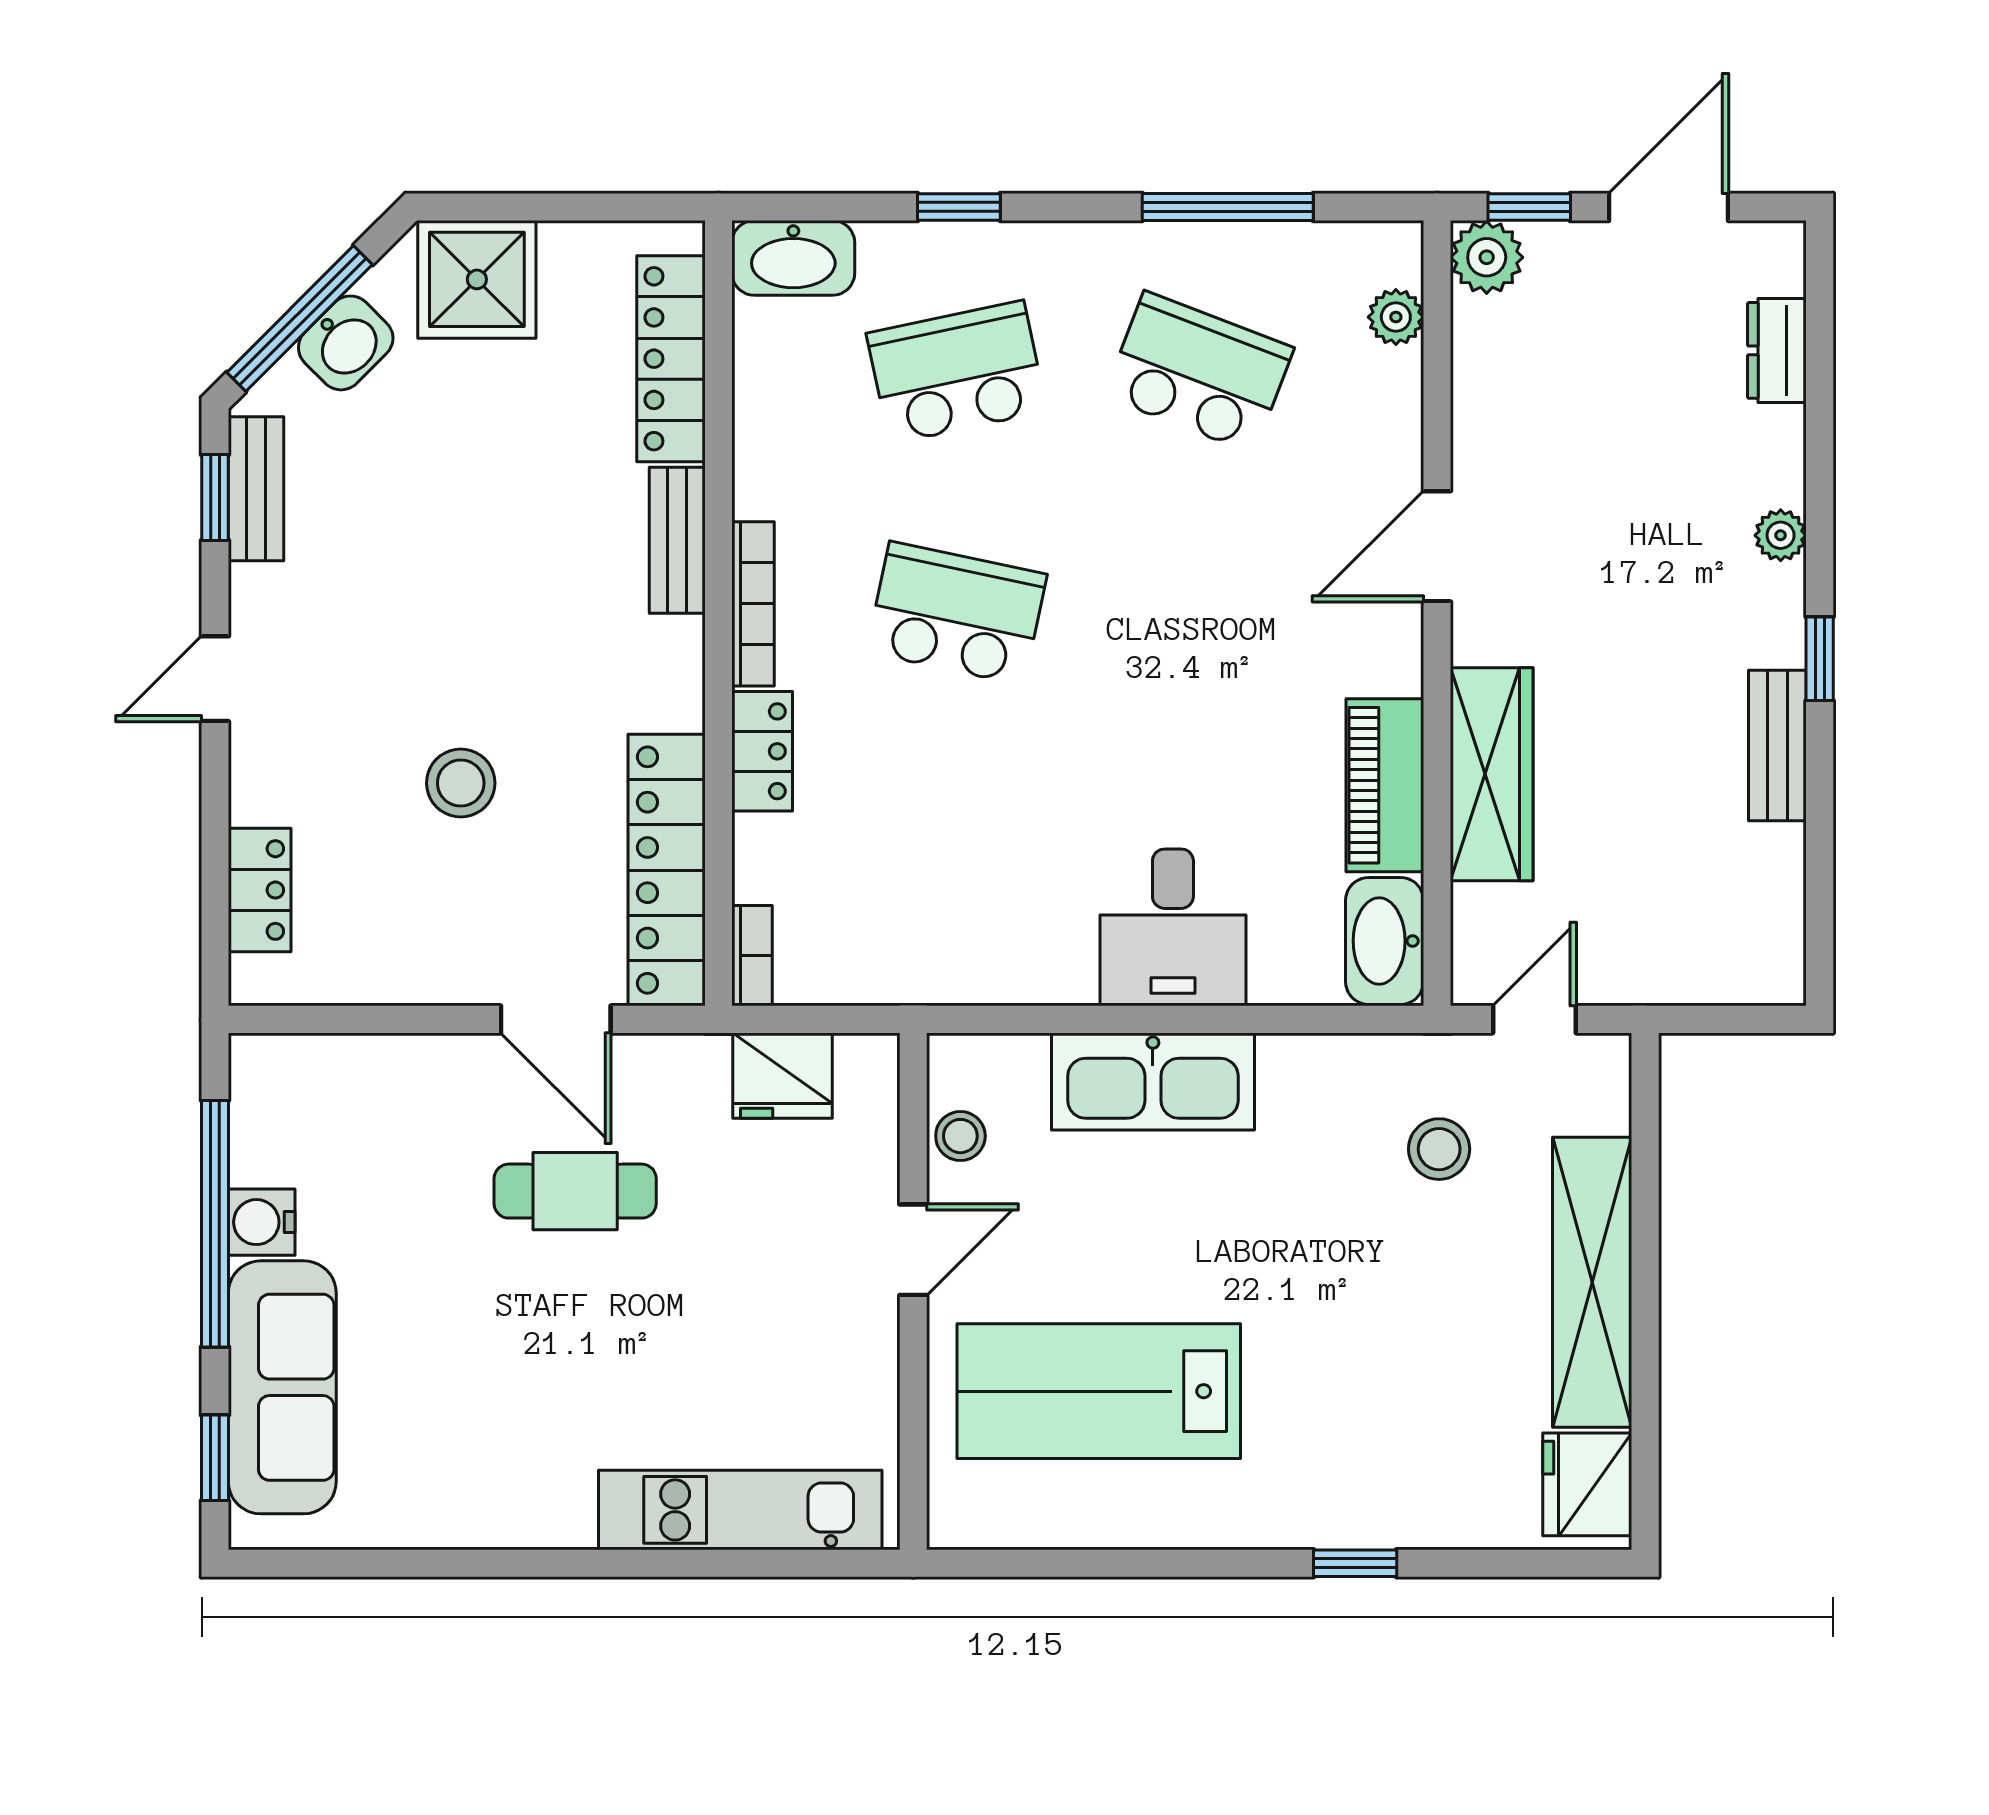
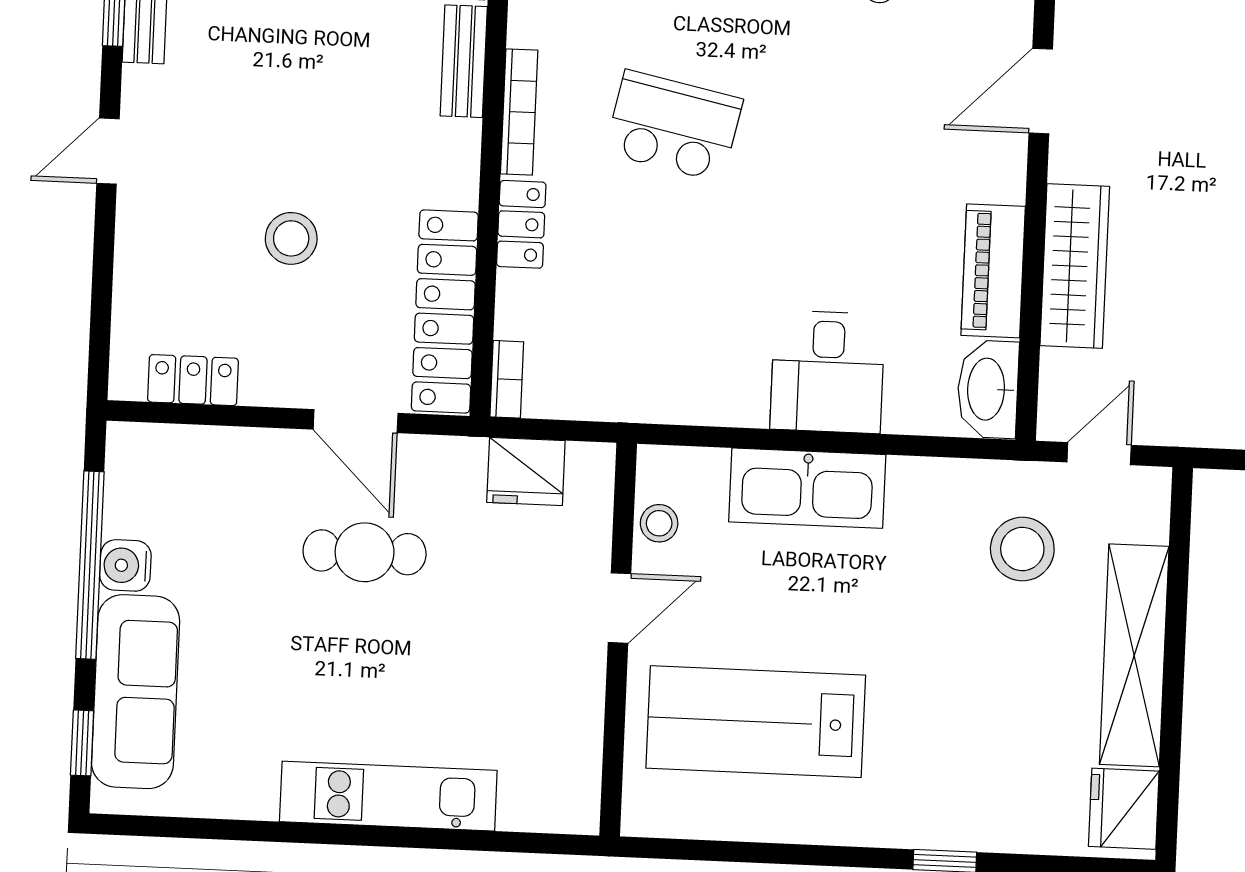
locker: (260, 890) -> (193, 380), moved, turned -90
stool: (1439, 1149) -> (1022, 549), width x1.38, depth x1.38
kitchen unit: (740, 1510) -> (388, 796), moved

